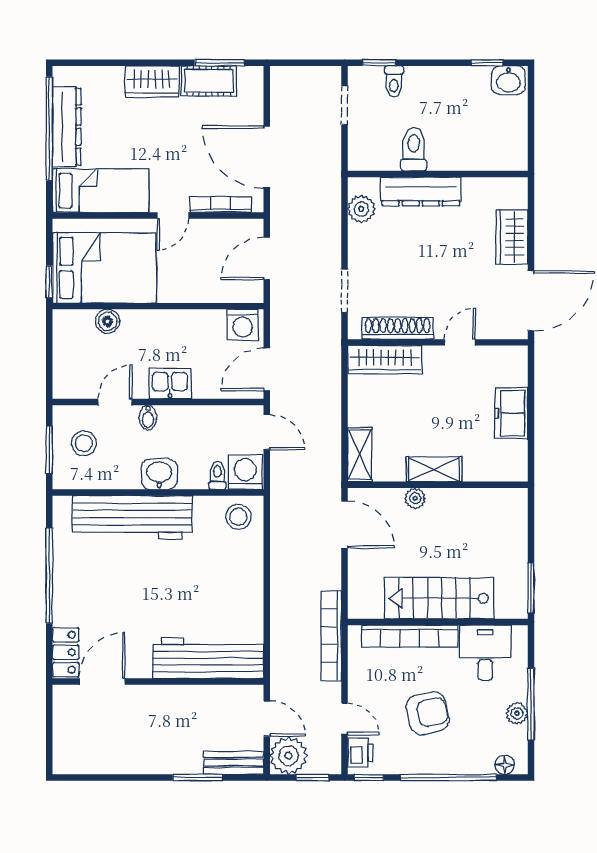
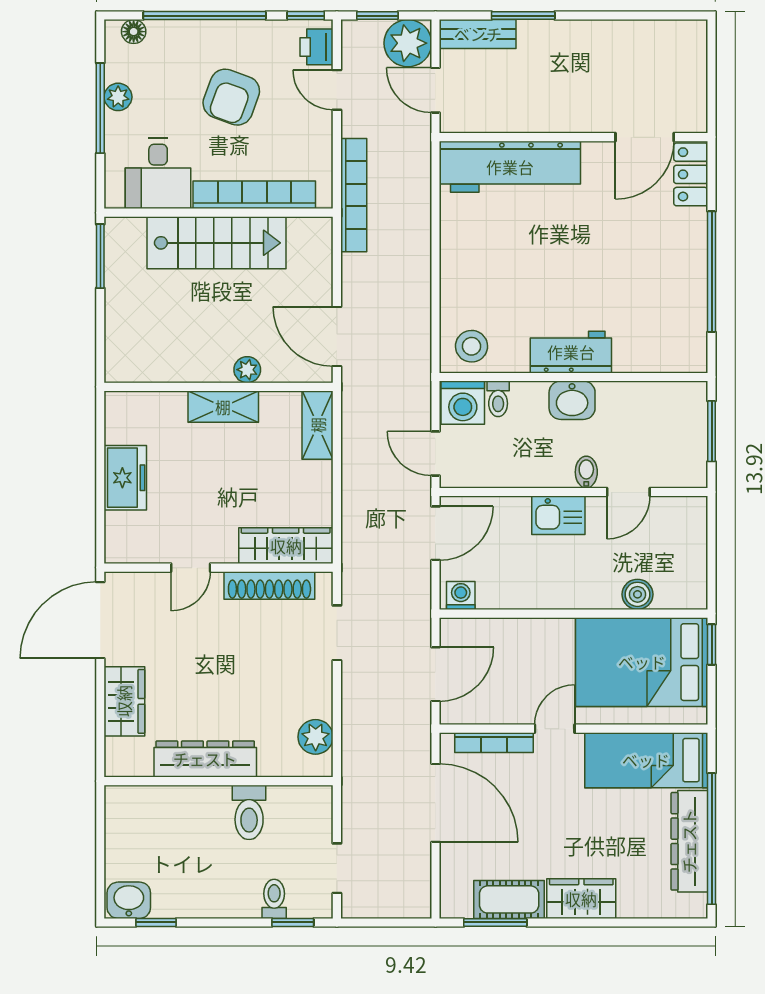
dresser: (421, 192) -> (205, 759), moved
washing machine: (243, 325) -> (461, 595), width x0.73, depth x0.73
stool: (84, 443) -> (668, 440), removed
workbench: (132, 517) -> (571, 352), width x0.53, depth x0.76
armchair: (428, 713) -> (231, 97), turned -58

